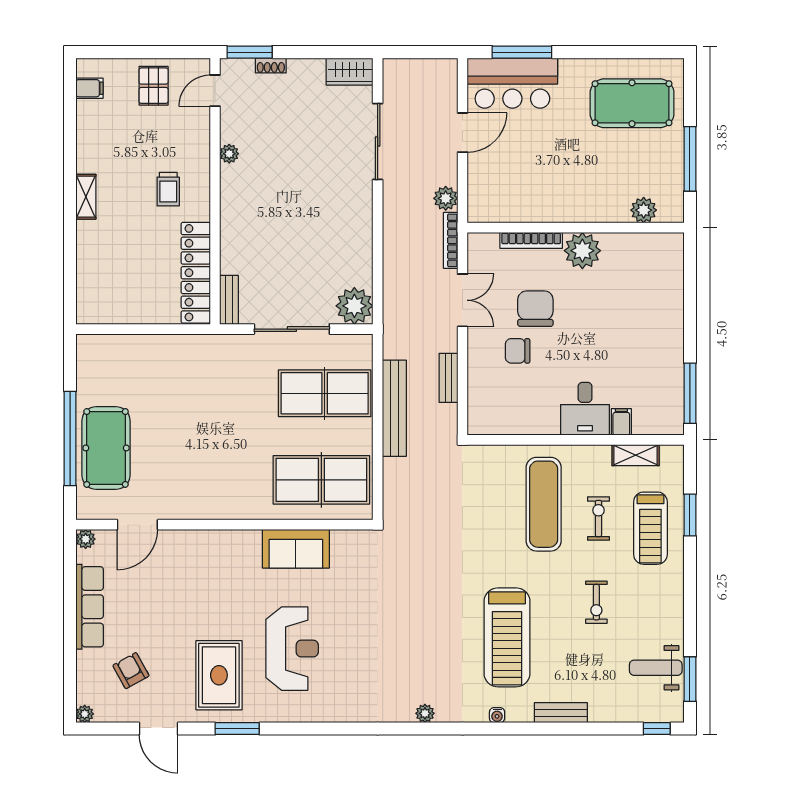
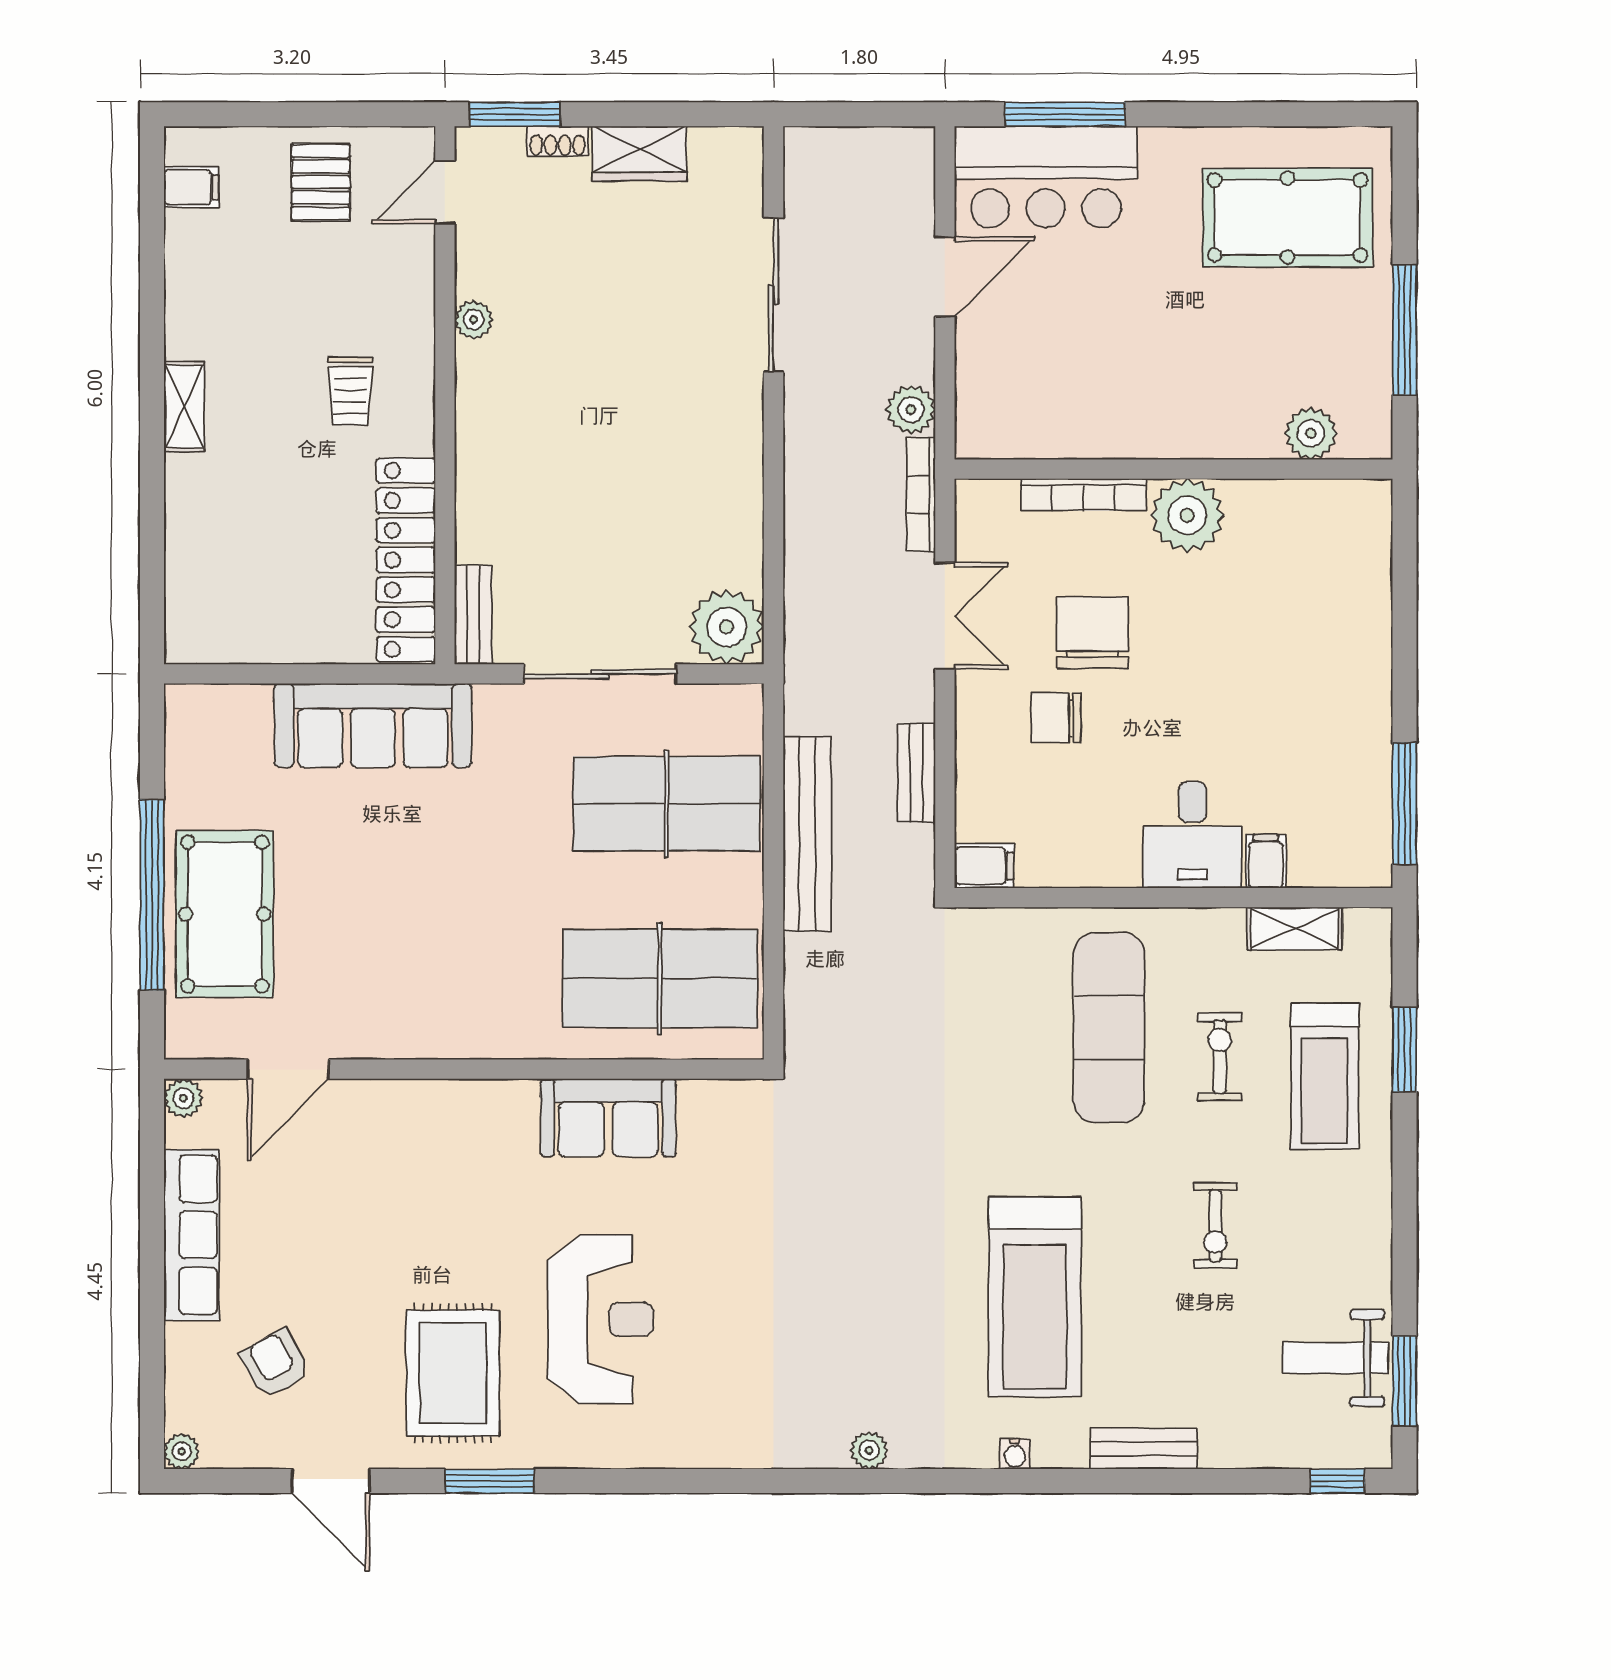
wardrobe: (350, 72) -> (640, 154), moved
sofa: (179, 355) -> (373, 725), added
filing cabinet: (482, 424) -> (984, 866), added

